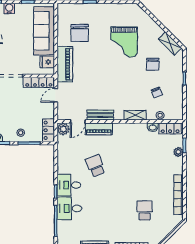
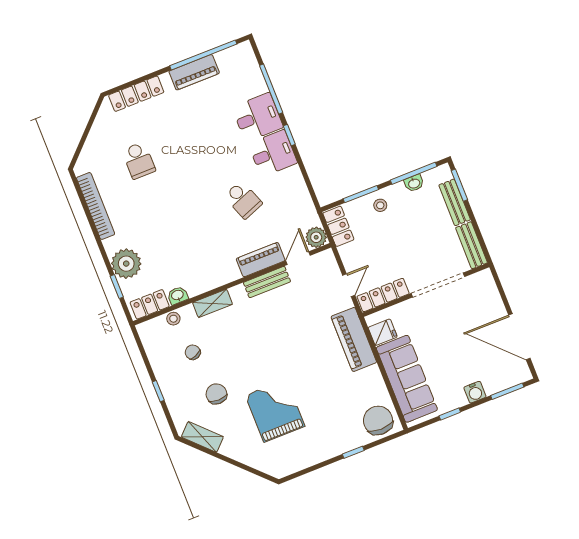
chair: (80, 33) -> (378, 420), moved
plant: (178, 152) -> (126, 264), width x1.88, depth x1.88

